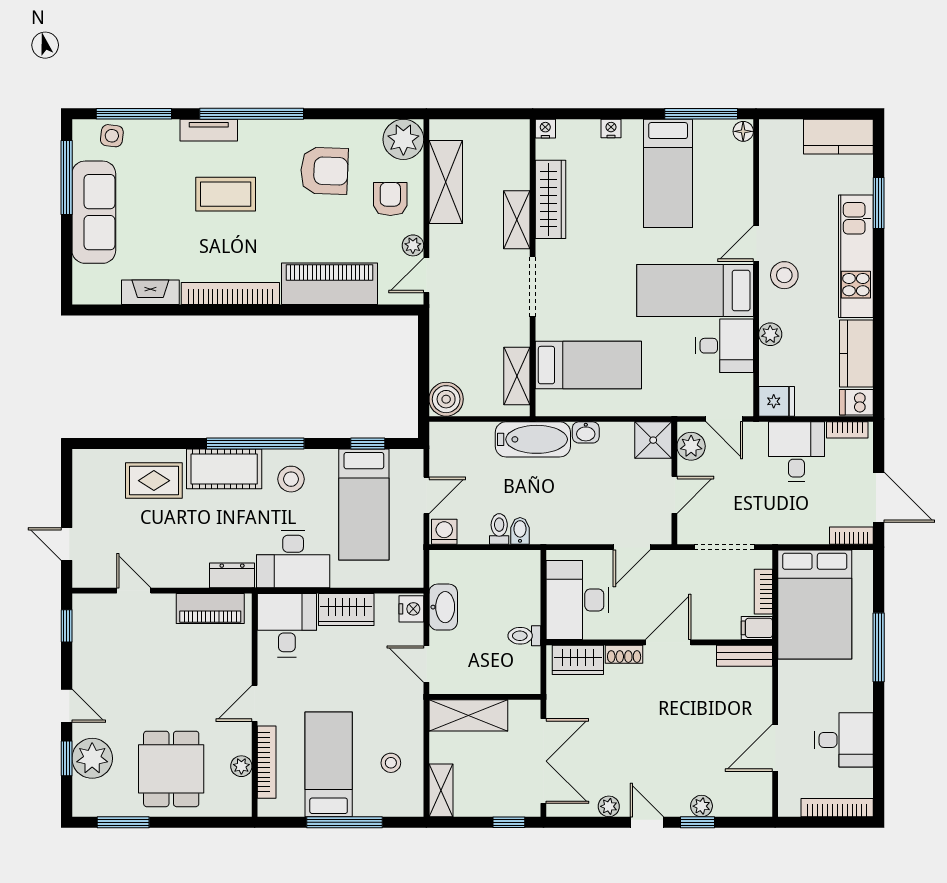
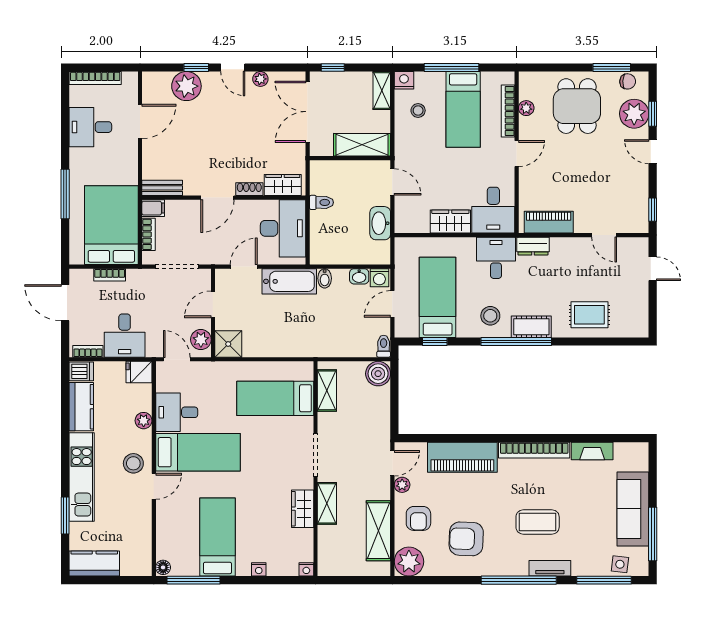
wardrobe: (550, 199) -> (303, 509), width x0.67
washbasin: (586, 432) -> (359, 276), moved, turned 180
bathtub: (533, 439) -> (289, 281), moved, turned 180
cot: (224, 469) -> (531, 327), width x0.73, depth x0.75
toilet: (499, 529) -> (384, 346), moved, turned 180
bookcase: (851, 536) -> (110, 275), moved
desk: (293, 559) -> (496, 258), width x0.73
nightstand: (411, 609) -> (404, 80), moved, turned 90
chair: (101, 803) -> (628, 81), added
plant: (701, 806) -> (186, 86), width x1.88, depth x1.88

